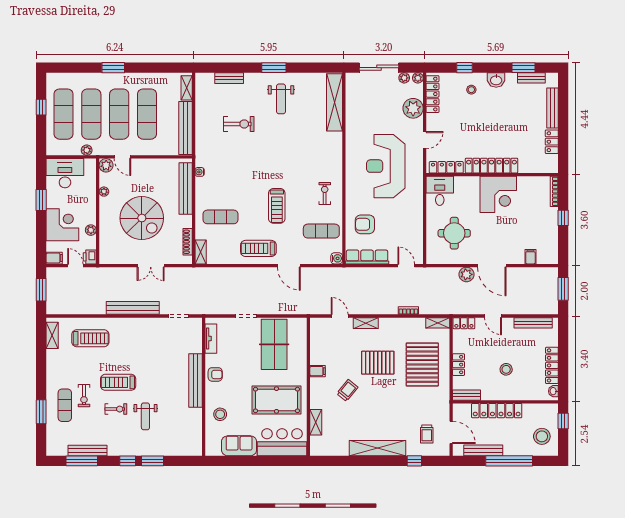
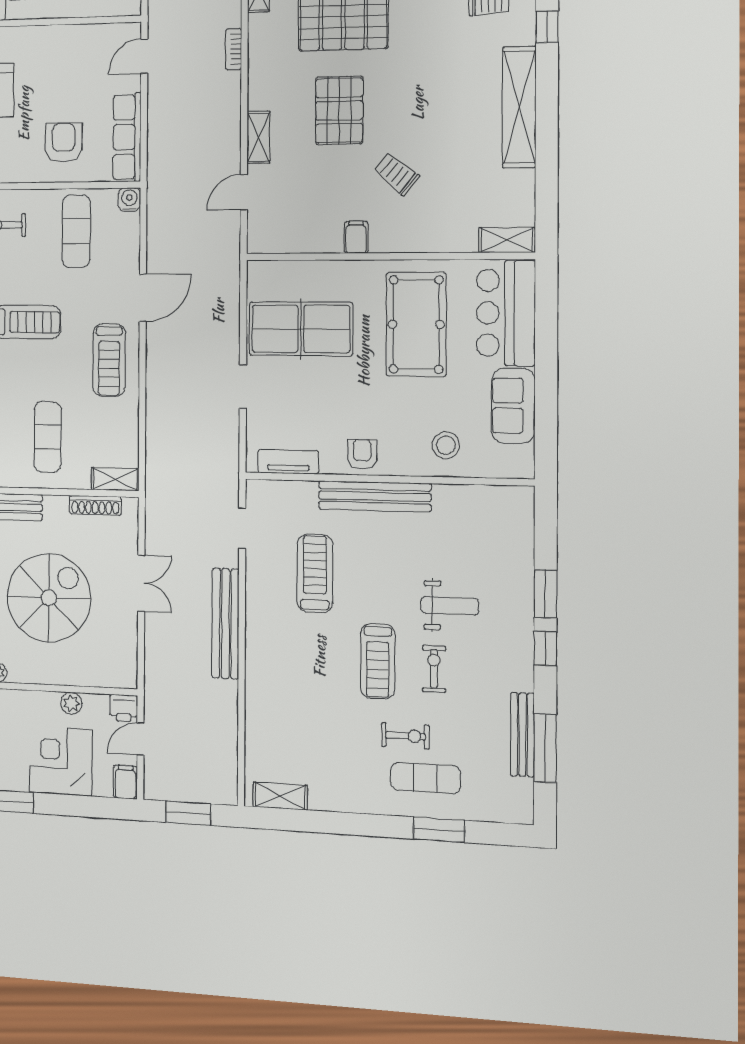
armchair: (365, 224) -> (64, 143), turned 180
treadmill: (90, 338) -> (315, 573), moved
shelving: (316, 422) -> (507, 240), moved

